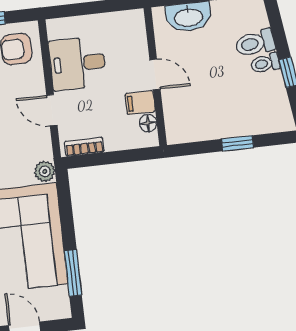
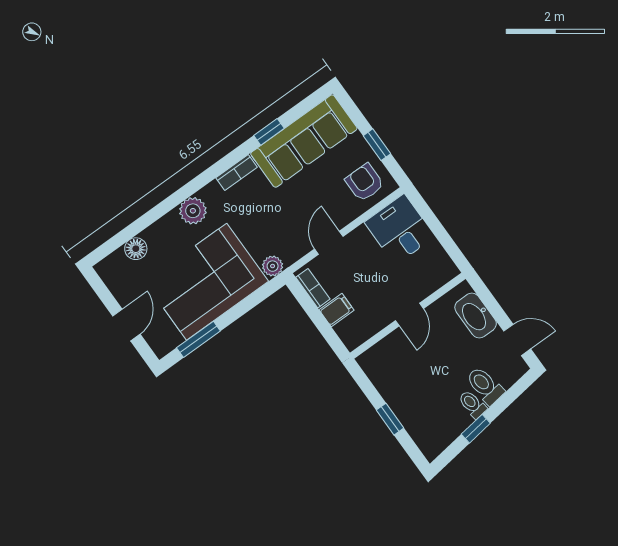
desk: (78, 63) -> (400, 229), moved
filing cabinet: (140, 103) -> (337, 310), moved, turned 90
floor lamp: (148, 123) -> (364, 332), removed

